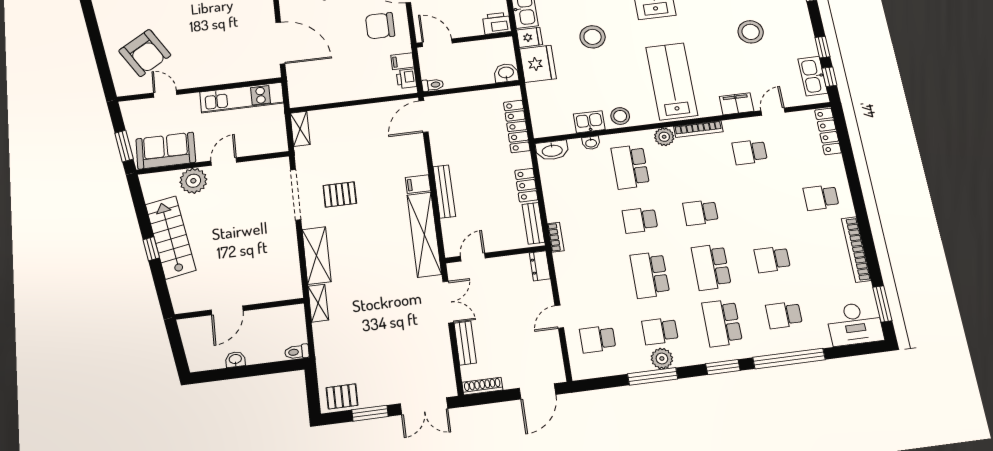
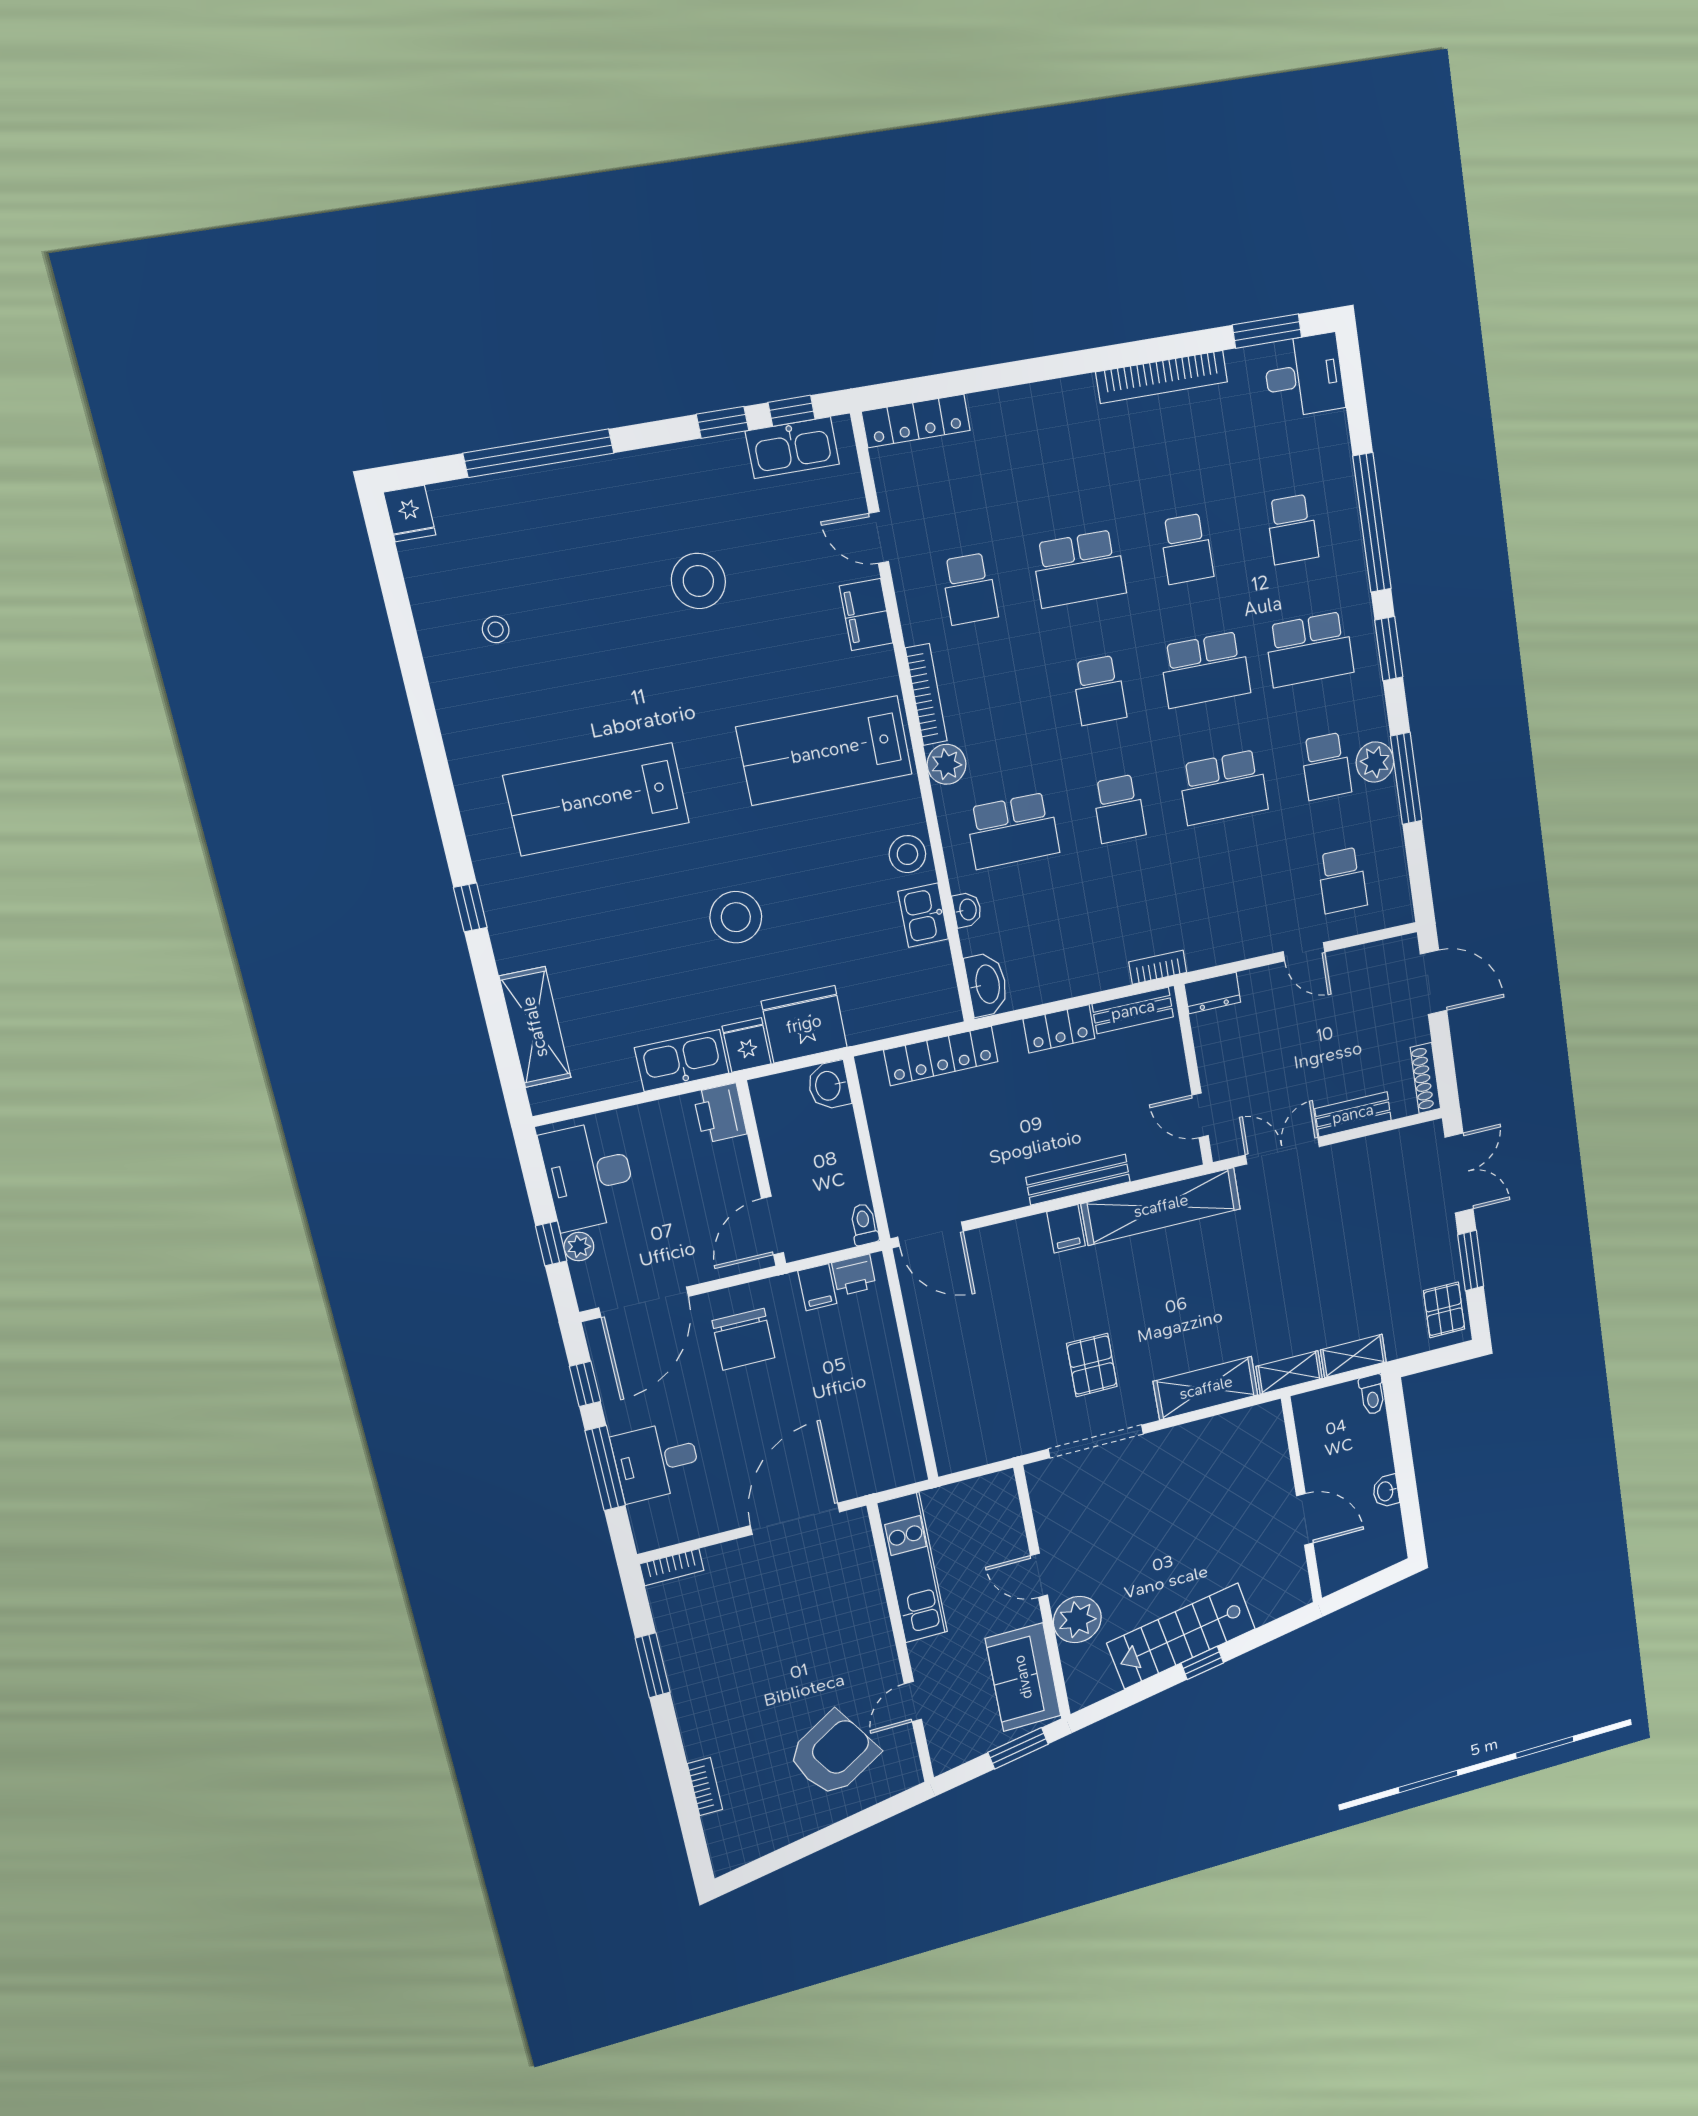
shelving: (300, 129) -> (1353, 1356), moved
school desk: (821, 197) -> (1079, 569), moved, width x1.85
desk: (855, 324) -> (1304, 376), width x0.73

